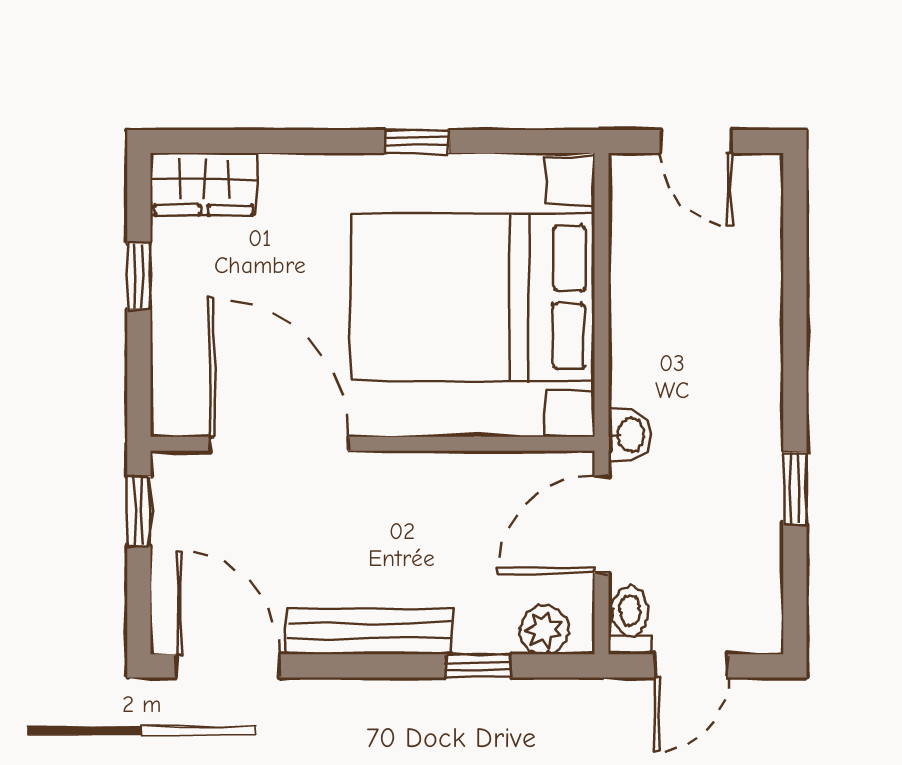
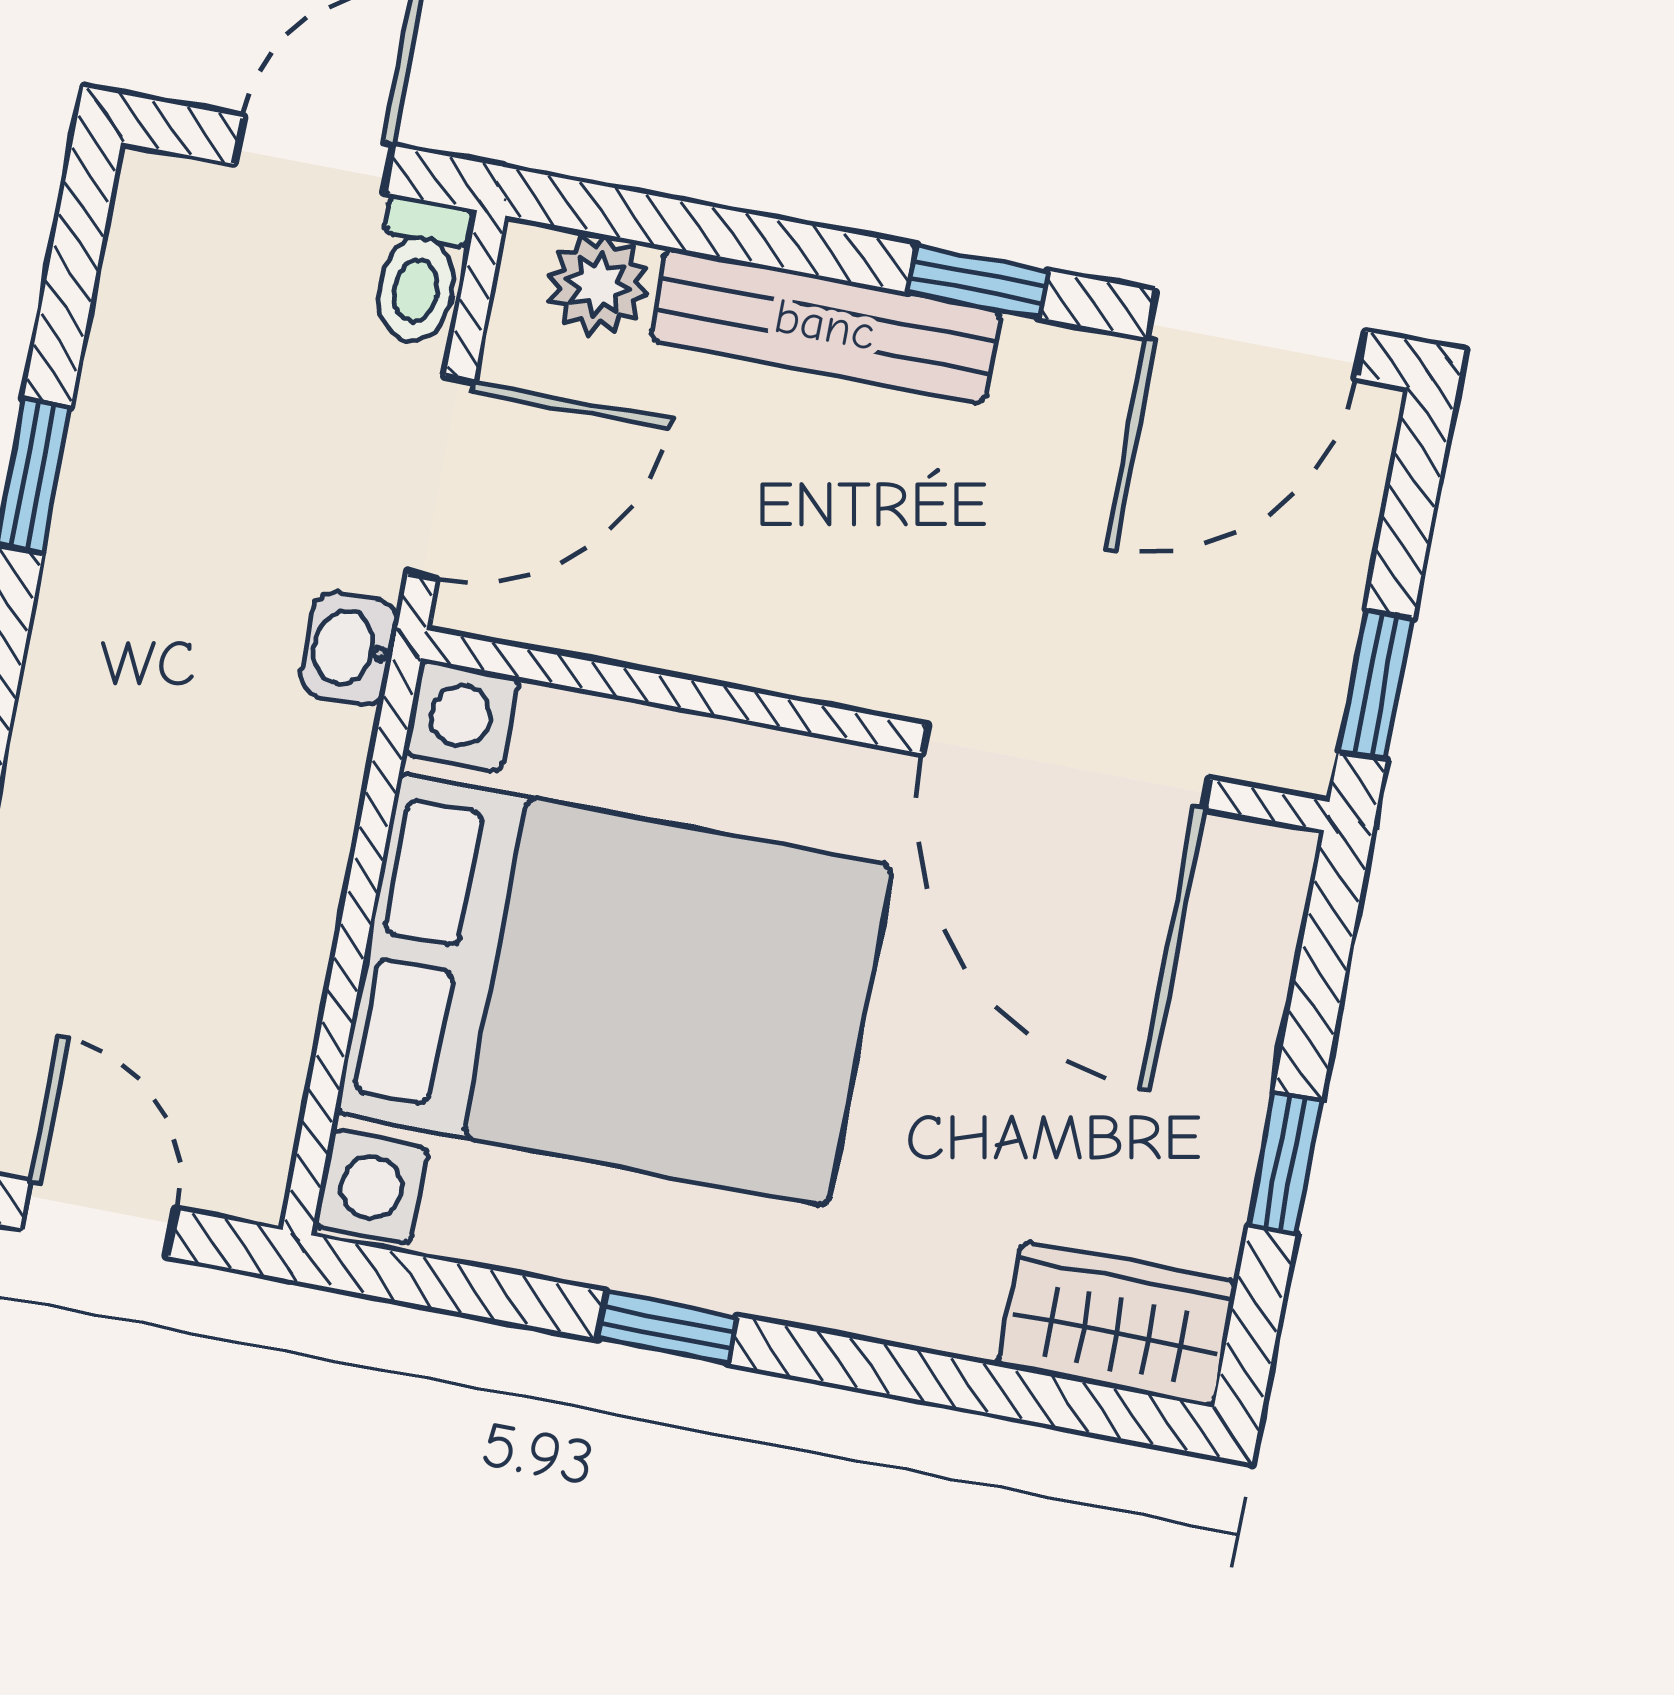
bench: (369, 631) -> (825, 325), moved
door: (228, 666) -> (1256, 335), hinge flipped
window: (479, 666) -> (977, 281), moved

